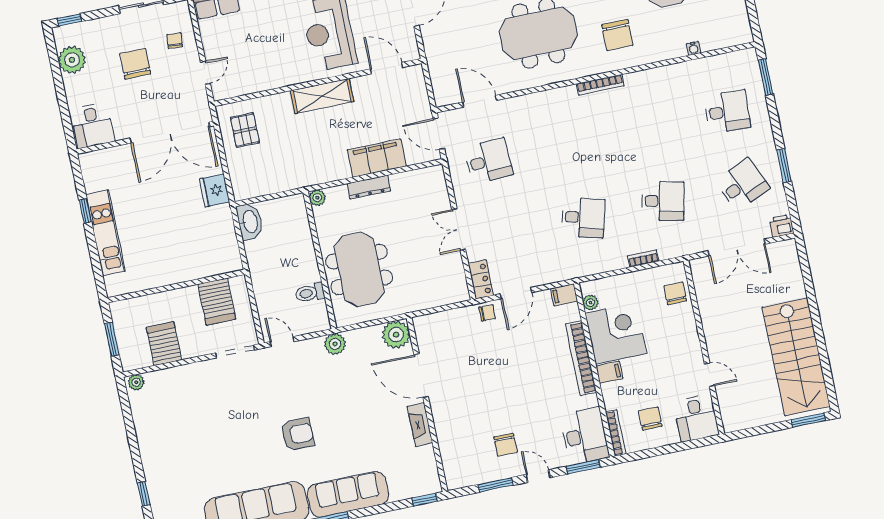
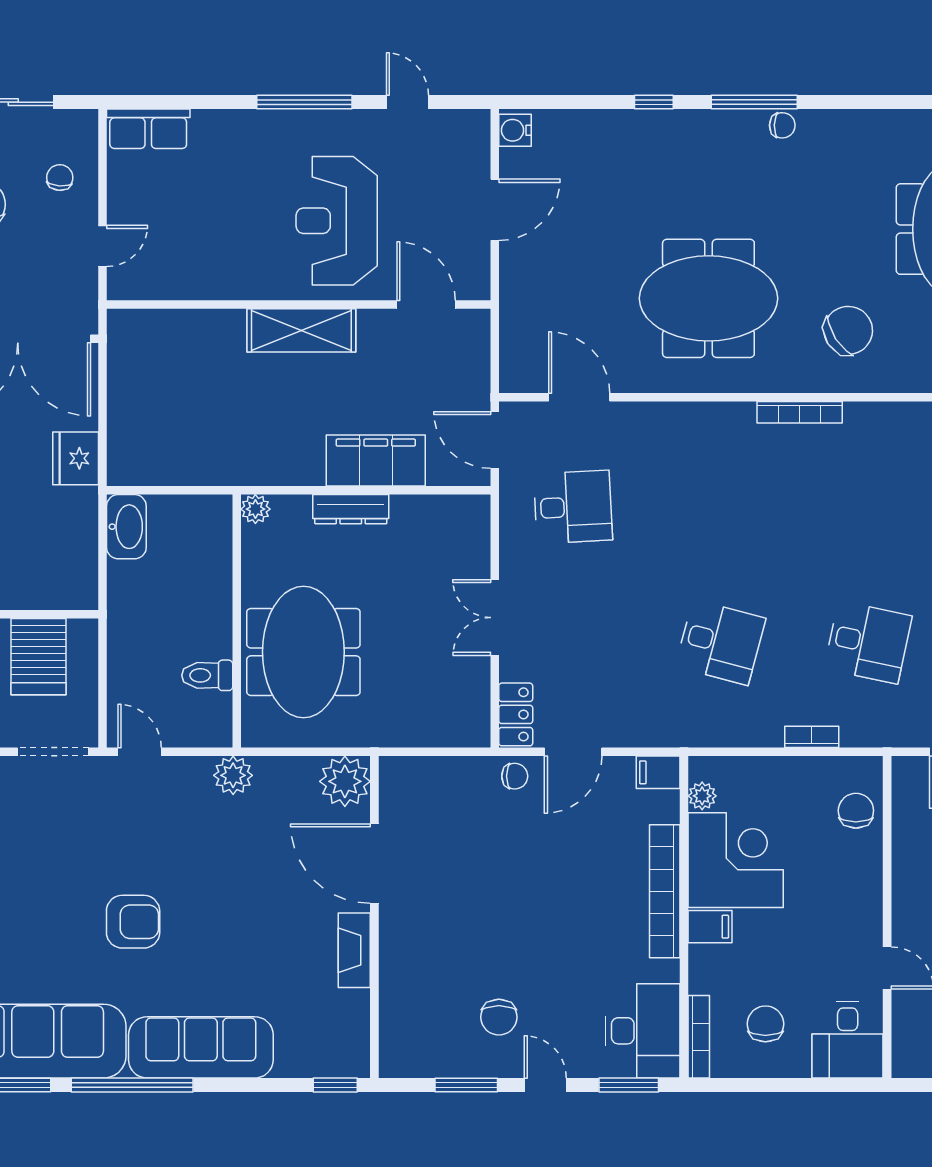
chair: (617, 35) -> (848, 330), turned -123
pallet: (245, 130) -> (152, 362), removed

